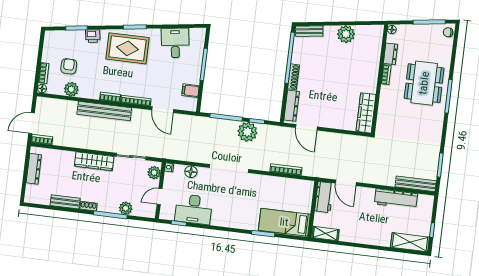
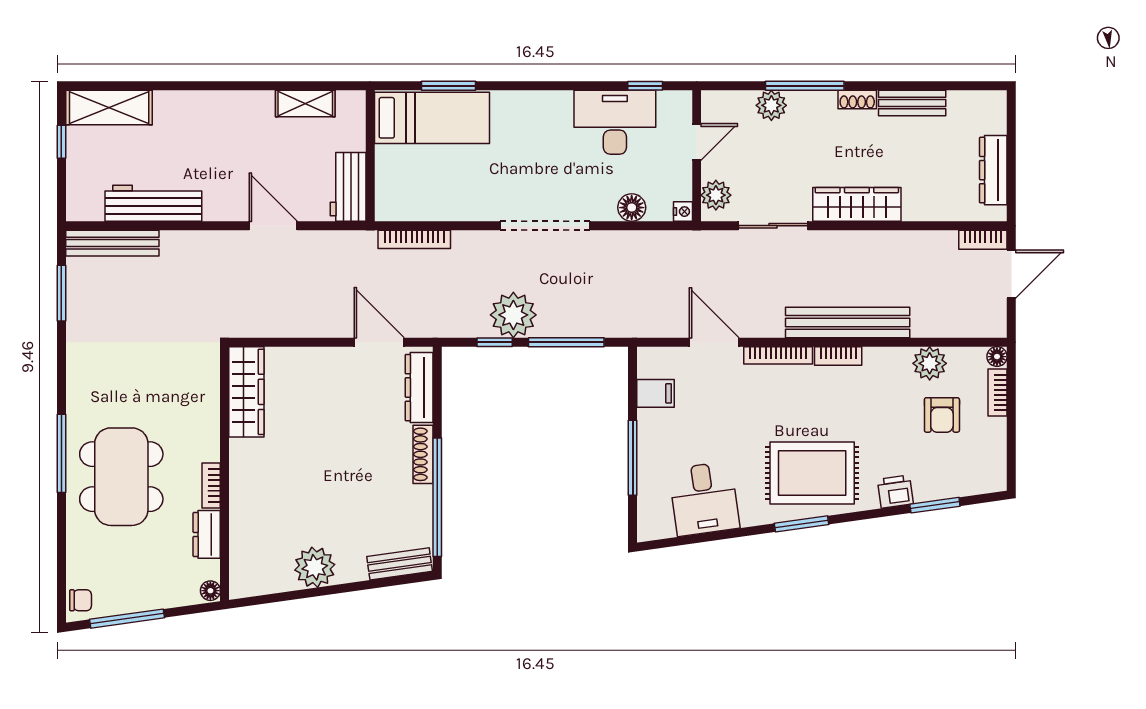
workbench: (324, 197) -> (348, 187), moved
wall: (313, 209) -> (370, 156), moved
bed: (284, 222) -> (432, 118), moved

